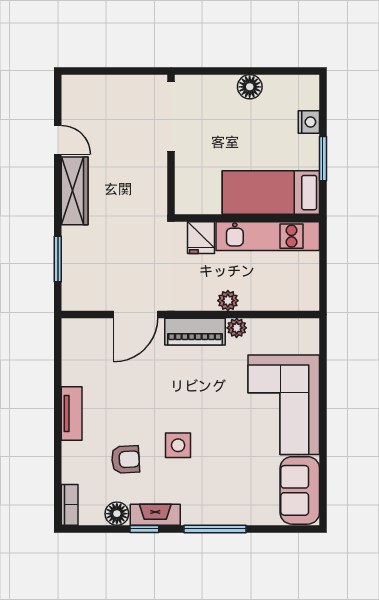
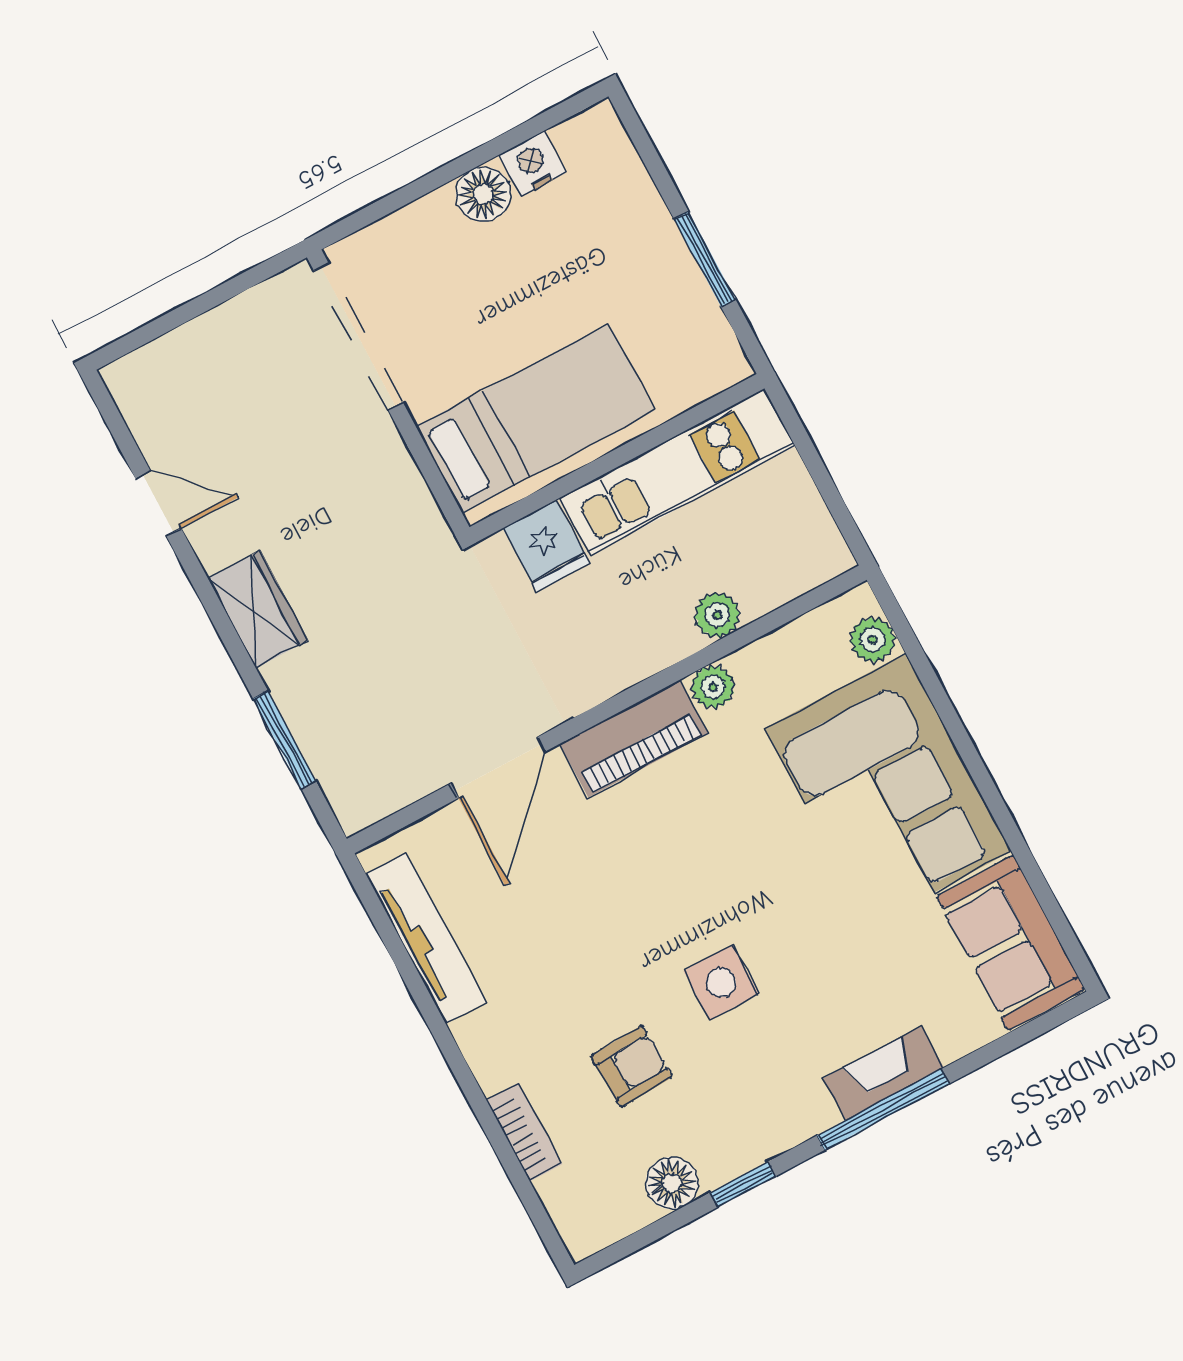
nightstand: (309, 122) -> (532, 164), moved, turned -90
wardrobe: (75, 191) -> (258, 609), width x0.67
bed: (271, 193) -> (535, 418), moved, turned 180
plant: (228, 301) -> (717, 615), moved
plant: (309, 343) -> (873, 640), added
tv unit: (72, 413) -> (426, 938), moved, width x1.41
bookcase: (70, 505) -> (524, 1132), moved
fireplace: (155, 515) -> (883, 1073), moved

